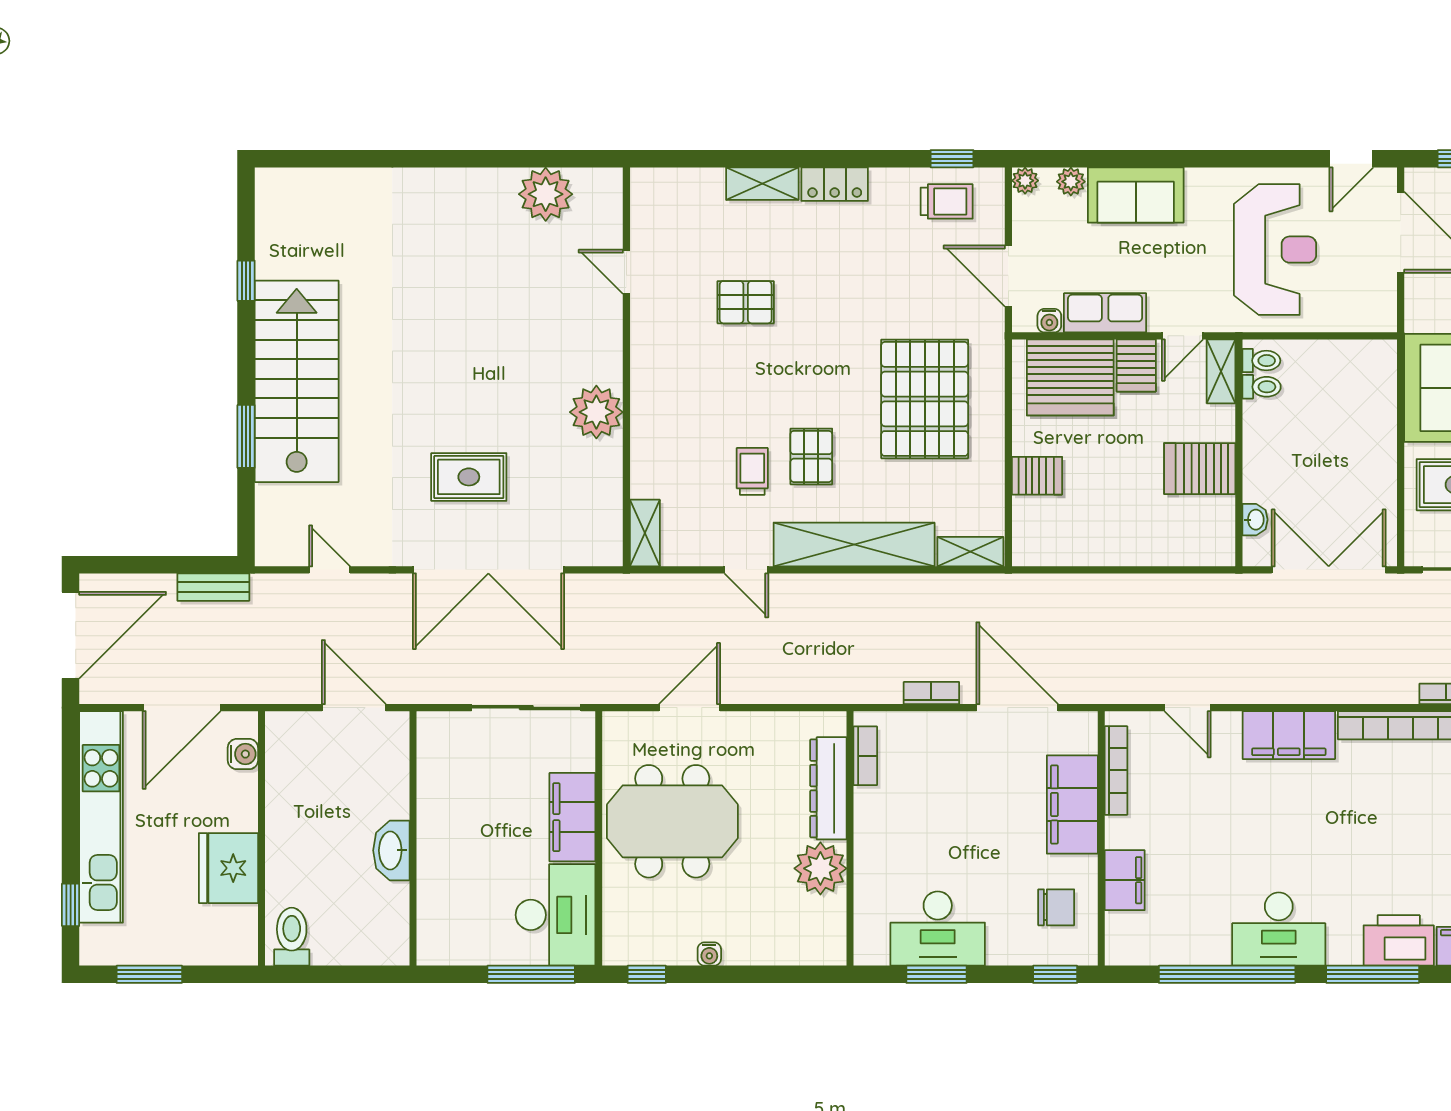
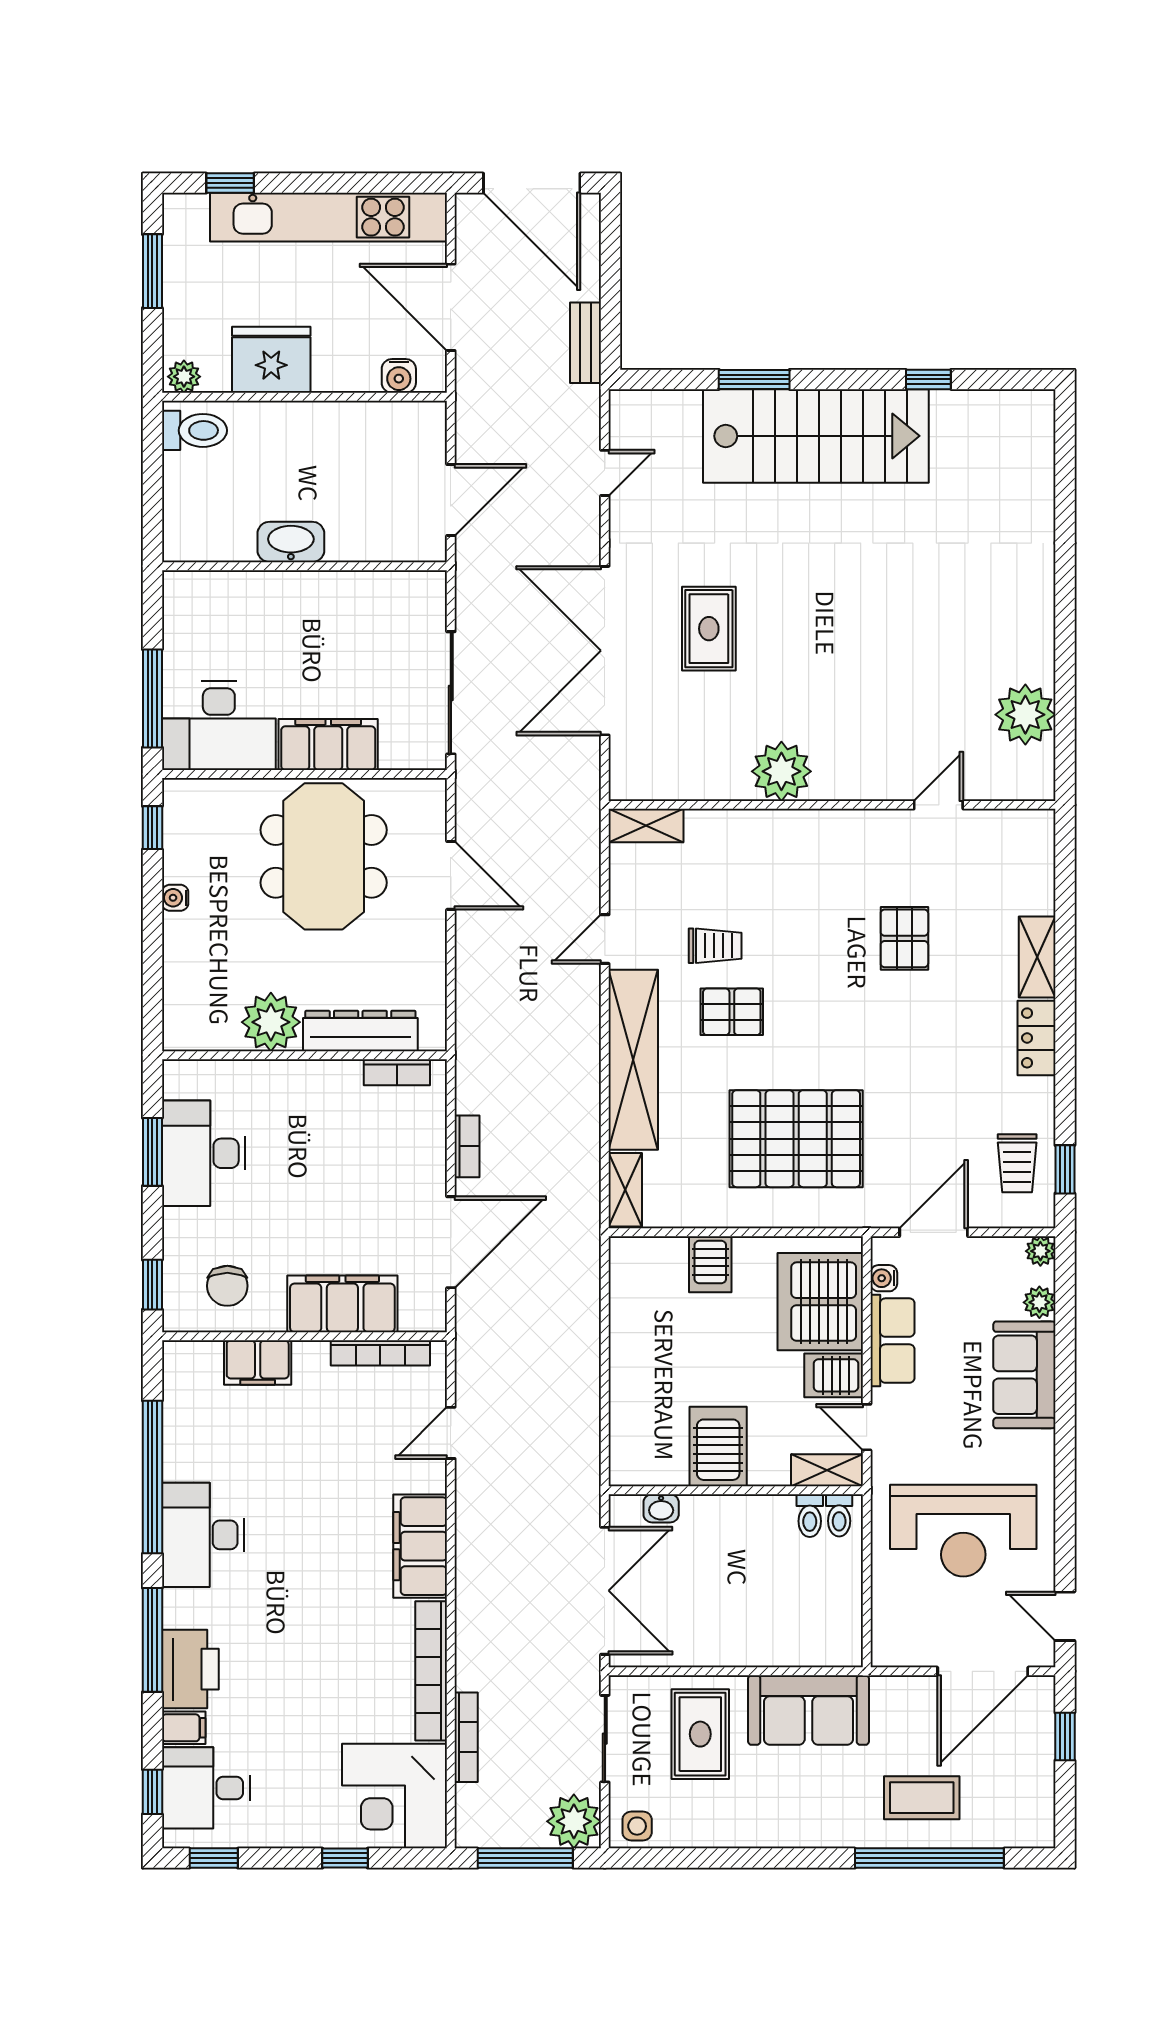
plant: (244, 946) -> (184, 377), added

